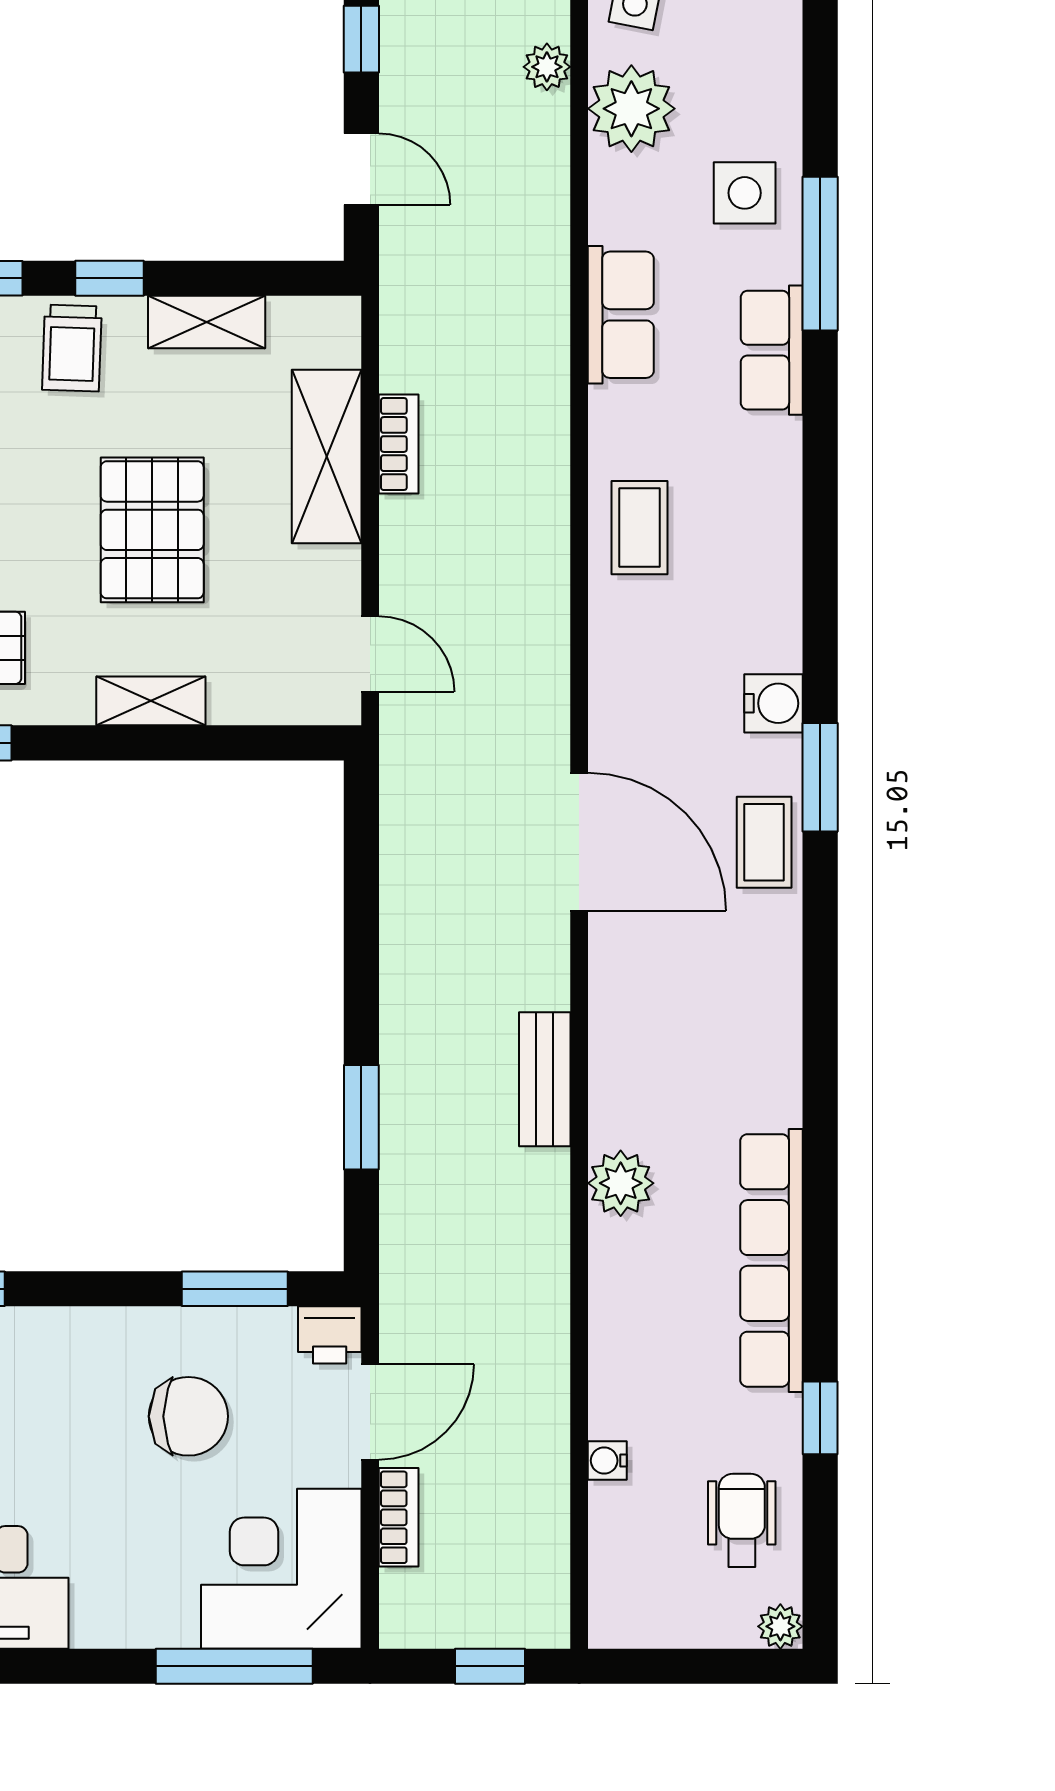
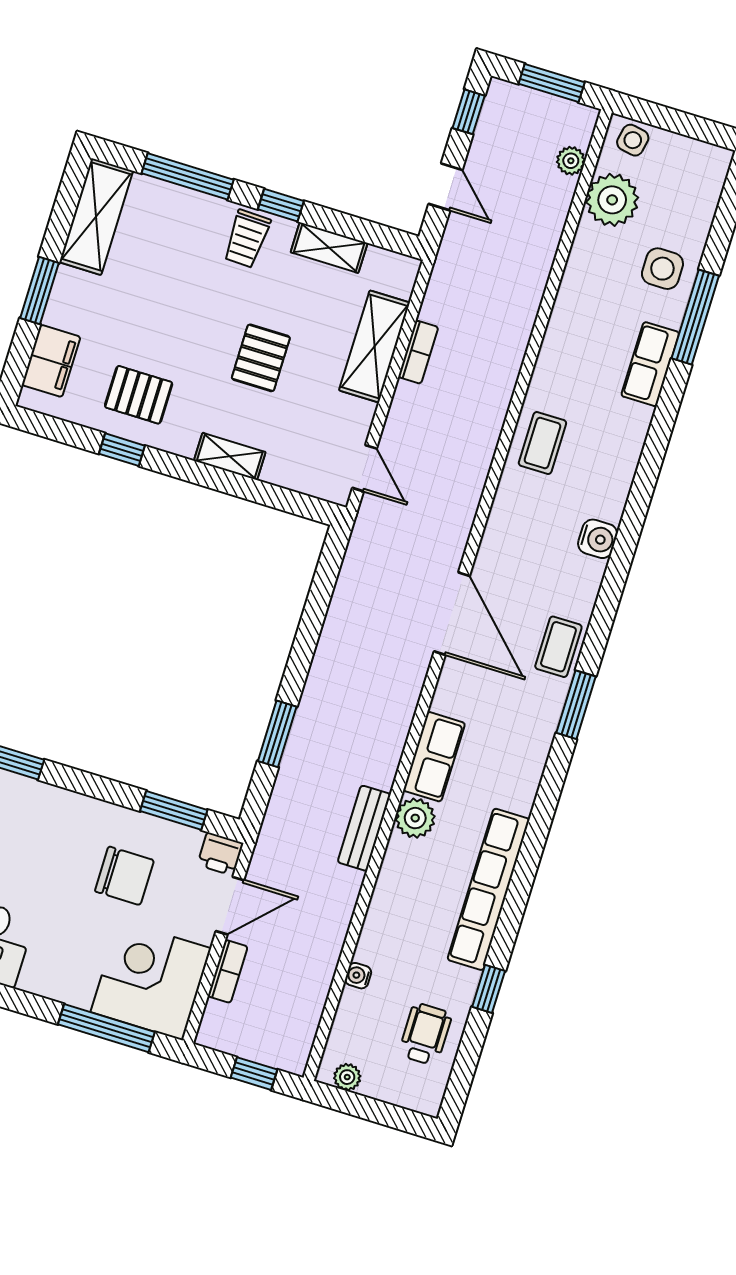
row of seats: (621, 315) -> (434, 757), moved
pallet: (152, 530) -> (261, 358), width x0.67, depth x0.71
water cooler: (773, 703) -> (598, 539), moved
window: (820, 777) -> (576, 705), moved
bench: (545, 1079) -> (364, 828), moved
plant: (780, 1626) -> (347, 1077), moved

